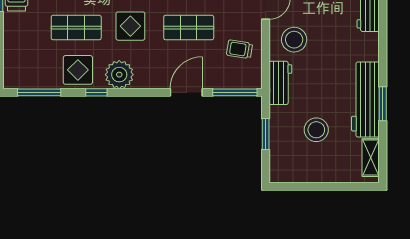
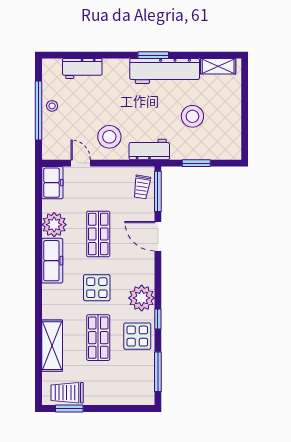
trolley: (240, 49) -> (142, 187), moved
window: (383, 104) -> (153, 55), moved

